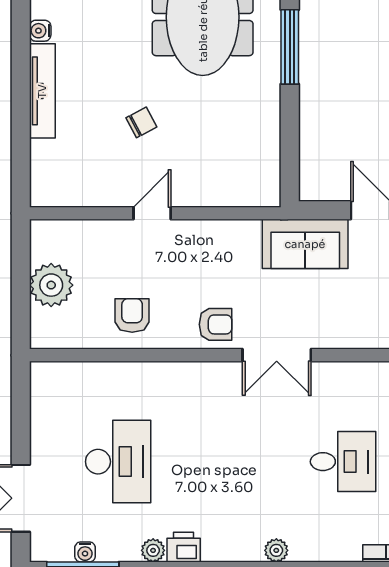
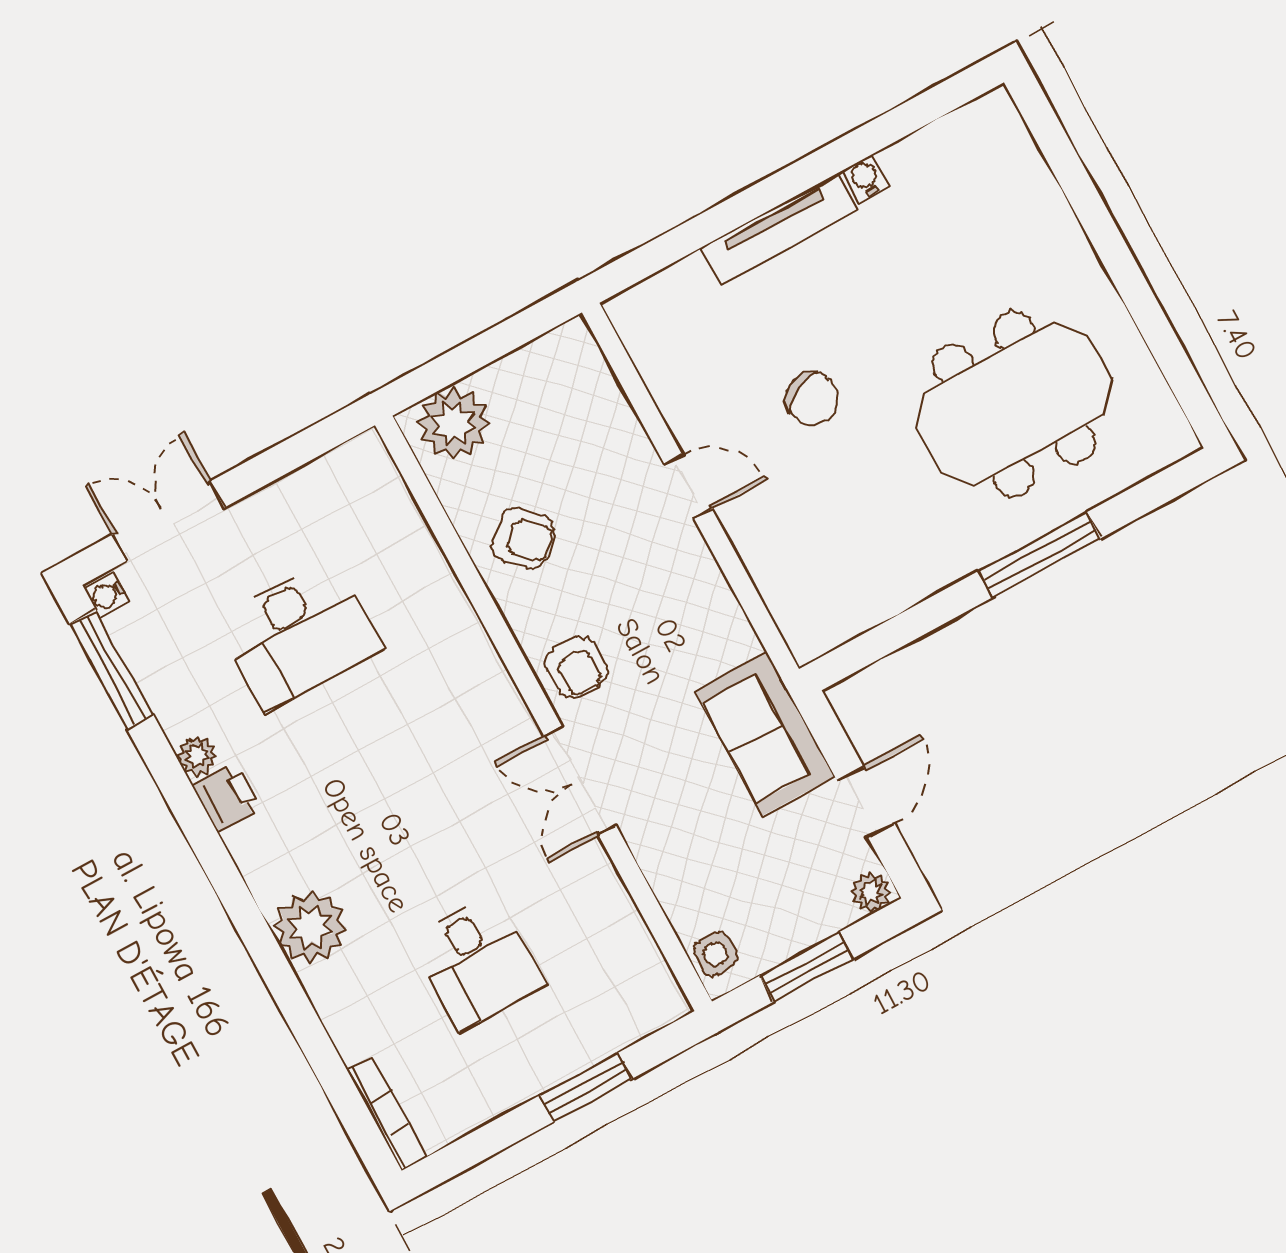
chair: (141, 122) -> (812, 398), width x1.37, depth x1.37
plant: (51, 285) -> (454, 423), moved
armchair: (132, 315) -> (523, 538), turned 46
plant: (276, 550) -> (310, 927), width x1.87, depth x1.87
water cooler: (85, 552) -> (107, 595), moved

